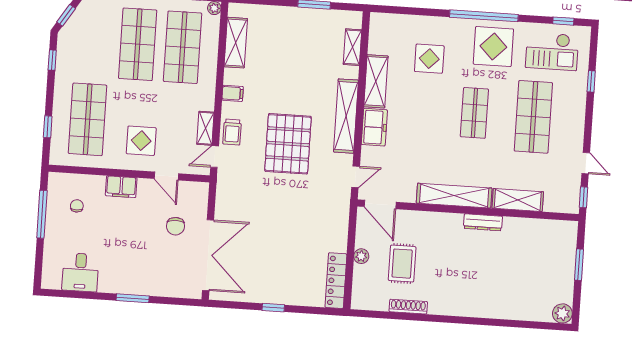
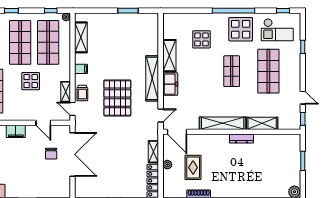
shelving: (352, 47) -> (153, 152), moved
display table: (141, 141) -> (31, 81), moved
door: (215, 157) -> (72, 109), hinge flipped
double door: (208, 255) -> (72, 154), moved

